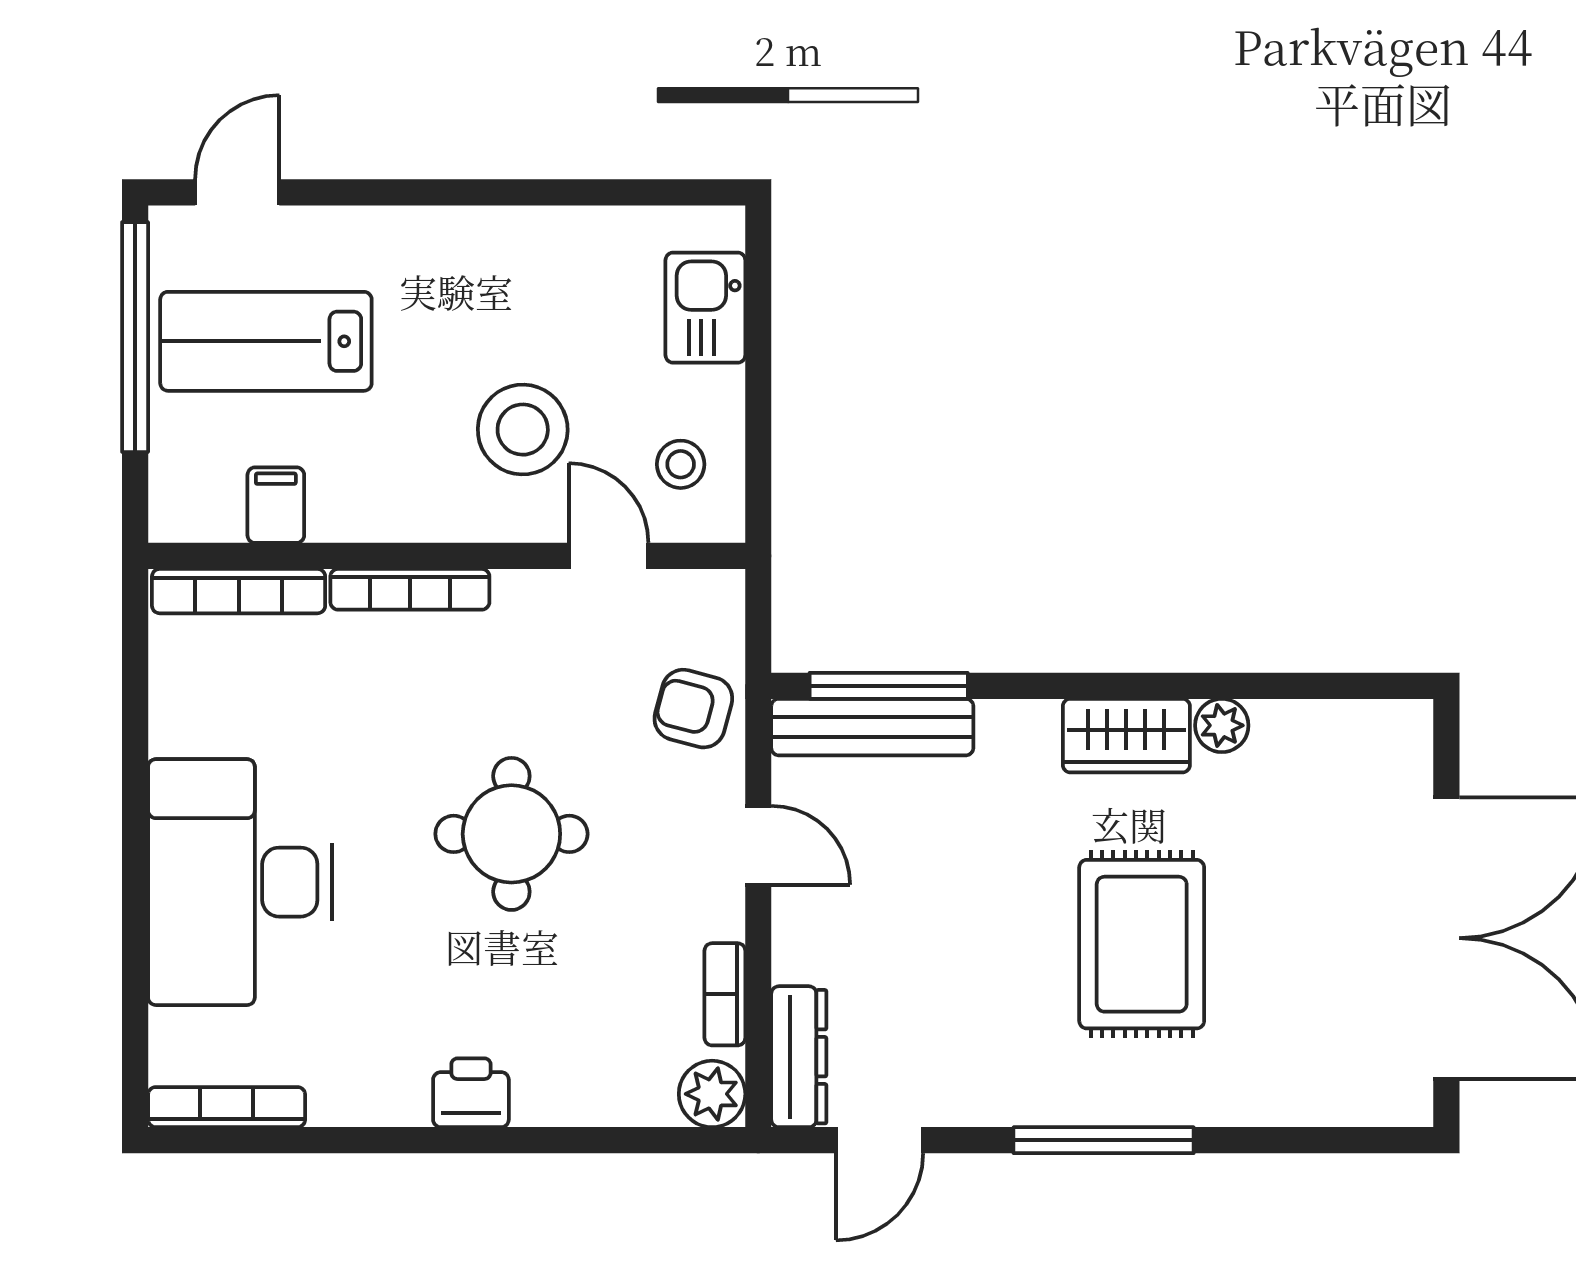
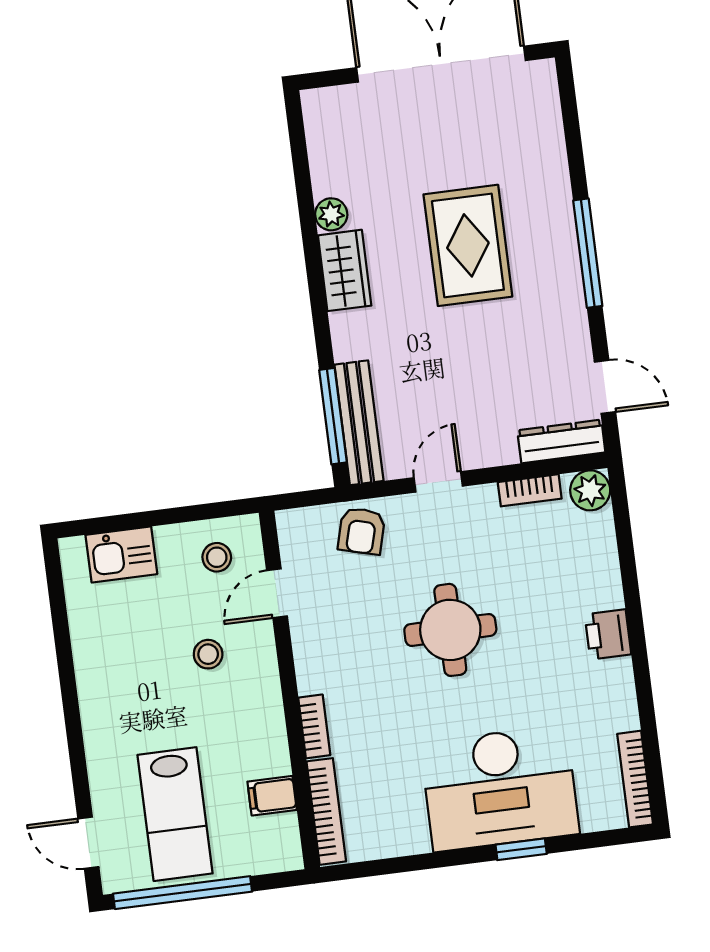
stool: (523, 430) -> (208, 654), width x0.53, depth x0.53
bookcase: (410, 589) -> (314, 726), width x0.64
window: (135, 904) -> (521, 849), added
rug: (1142, 944) -> (468, 245), turned 90

